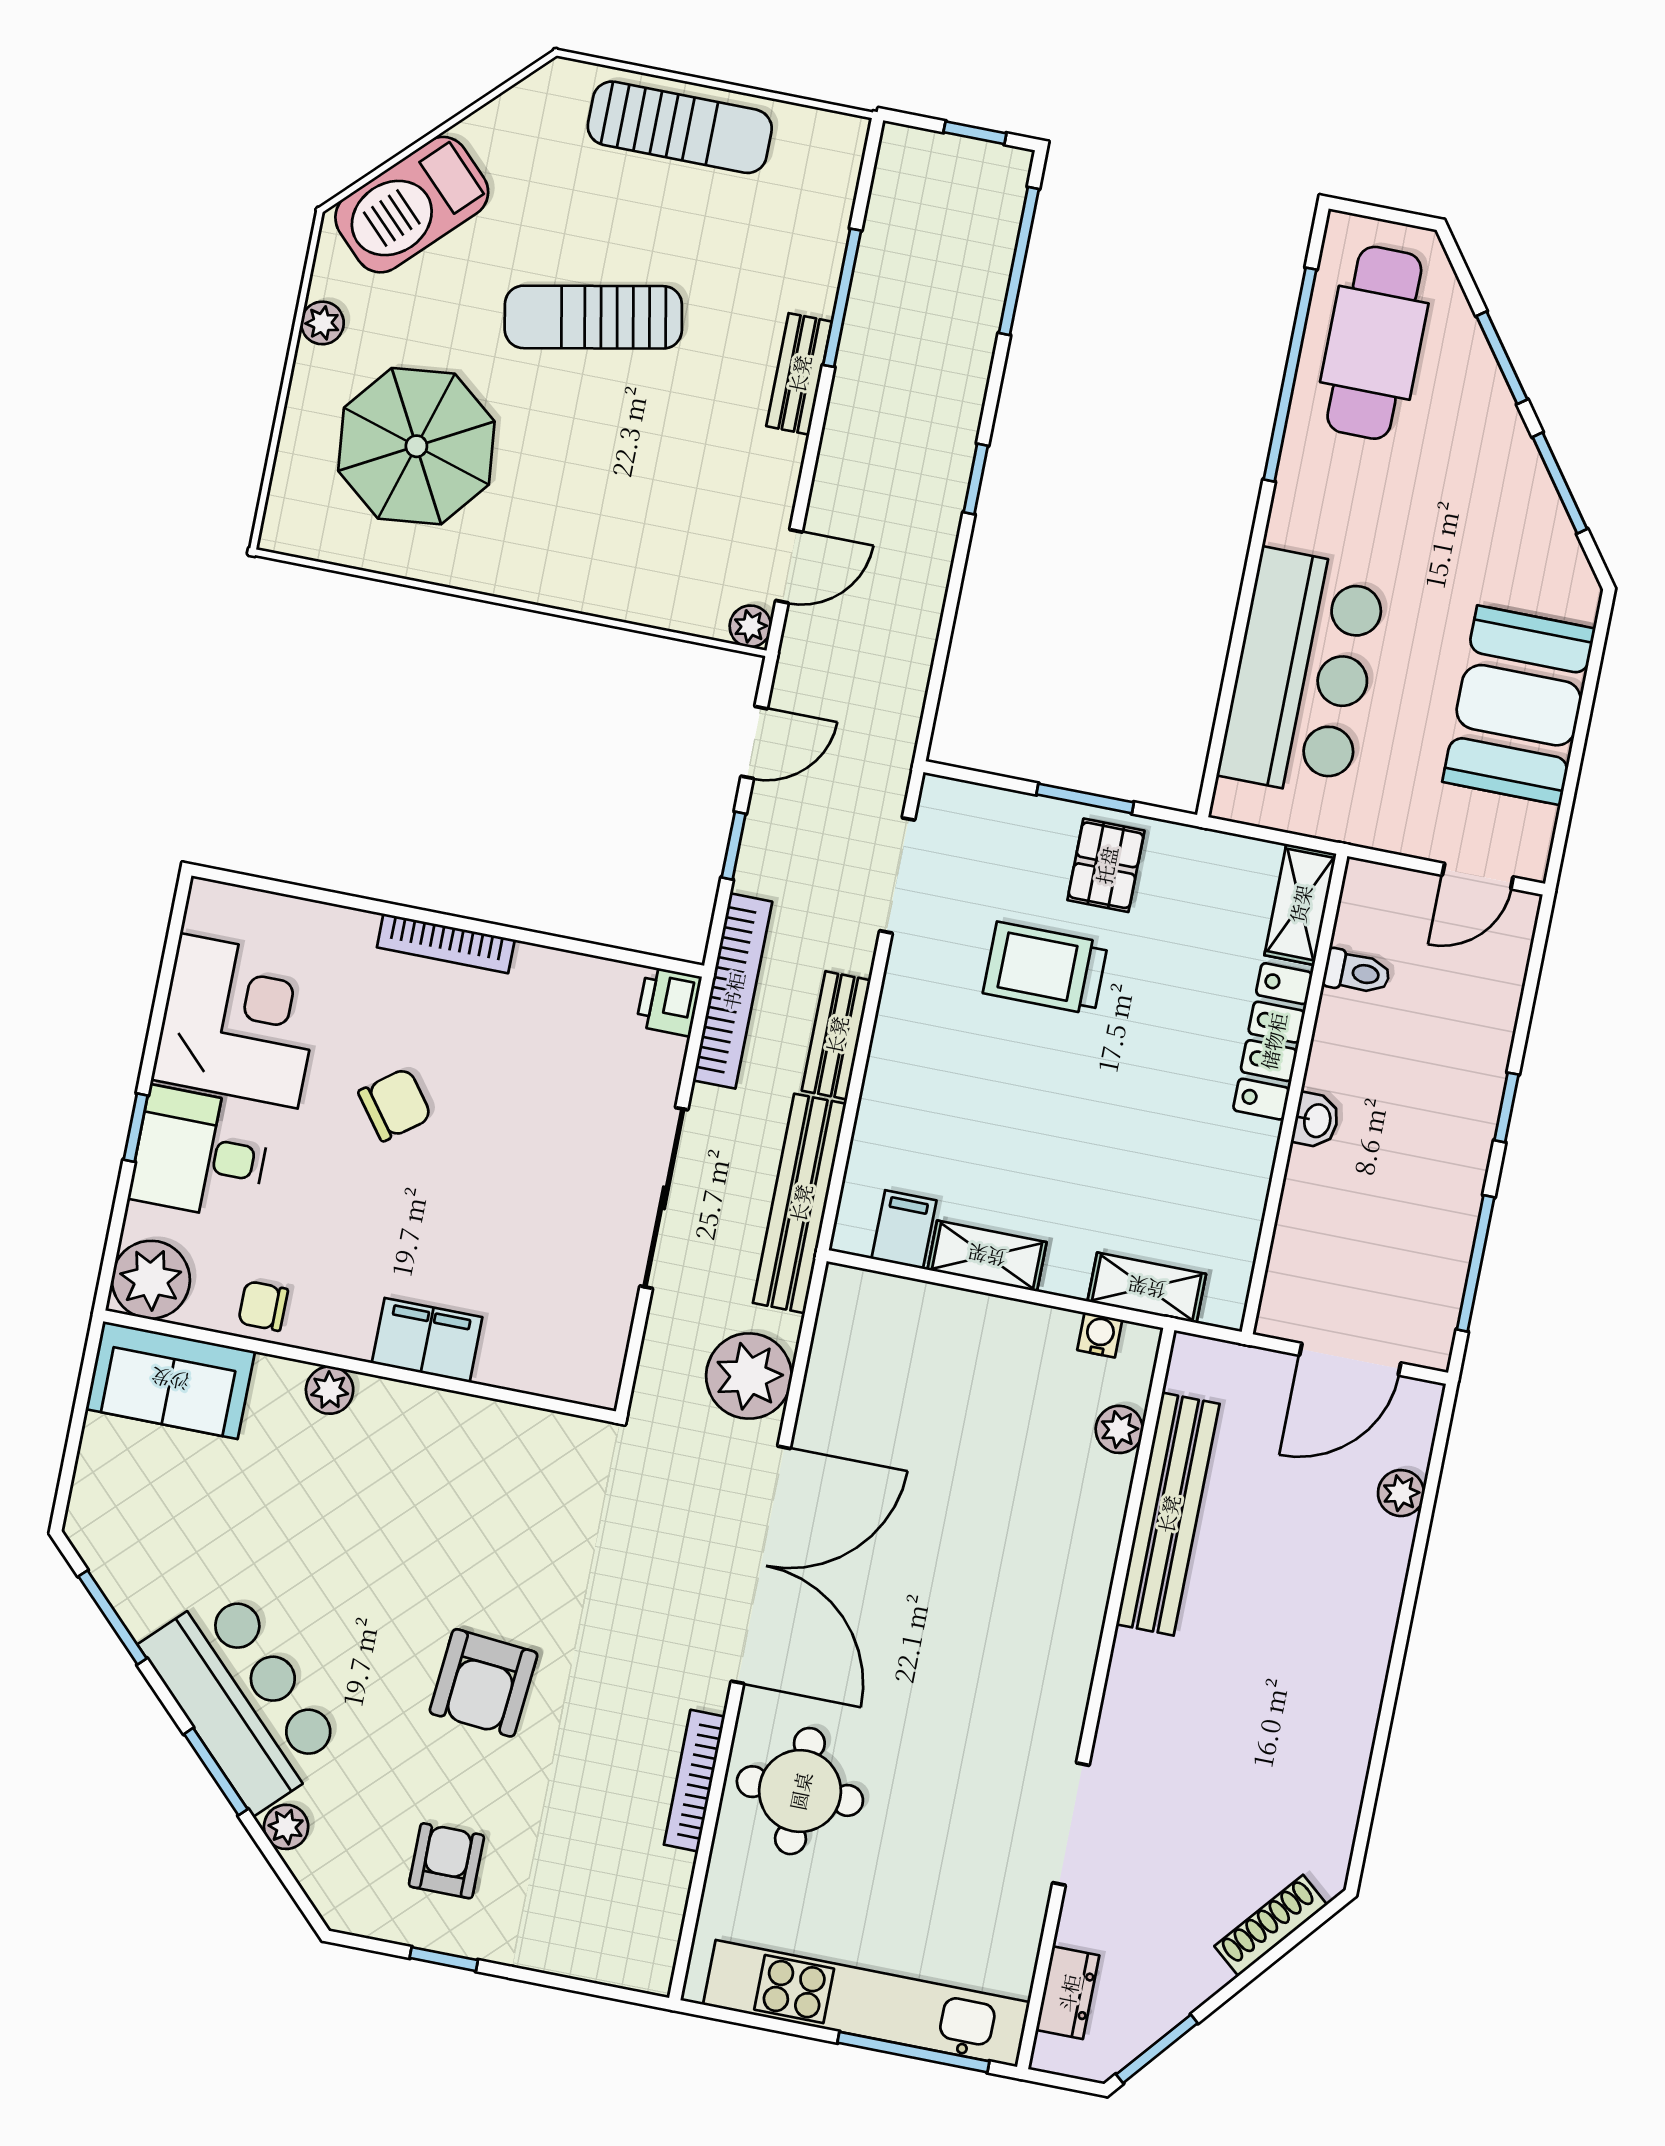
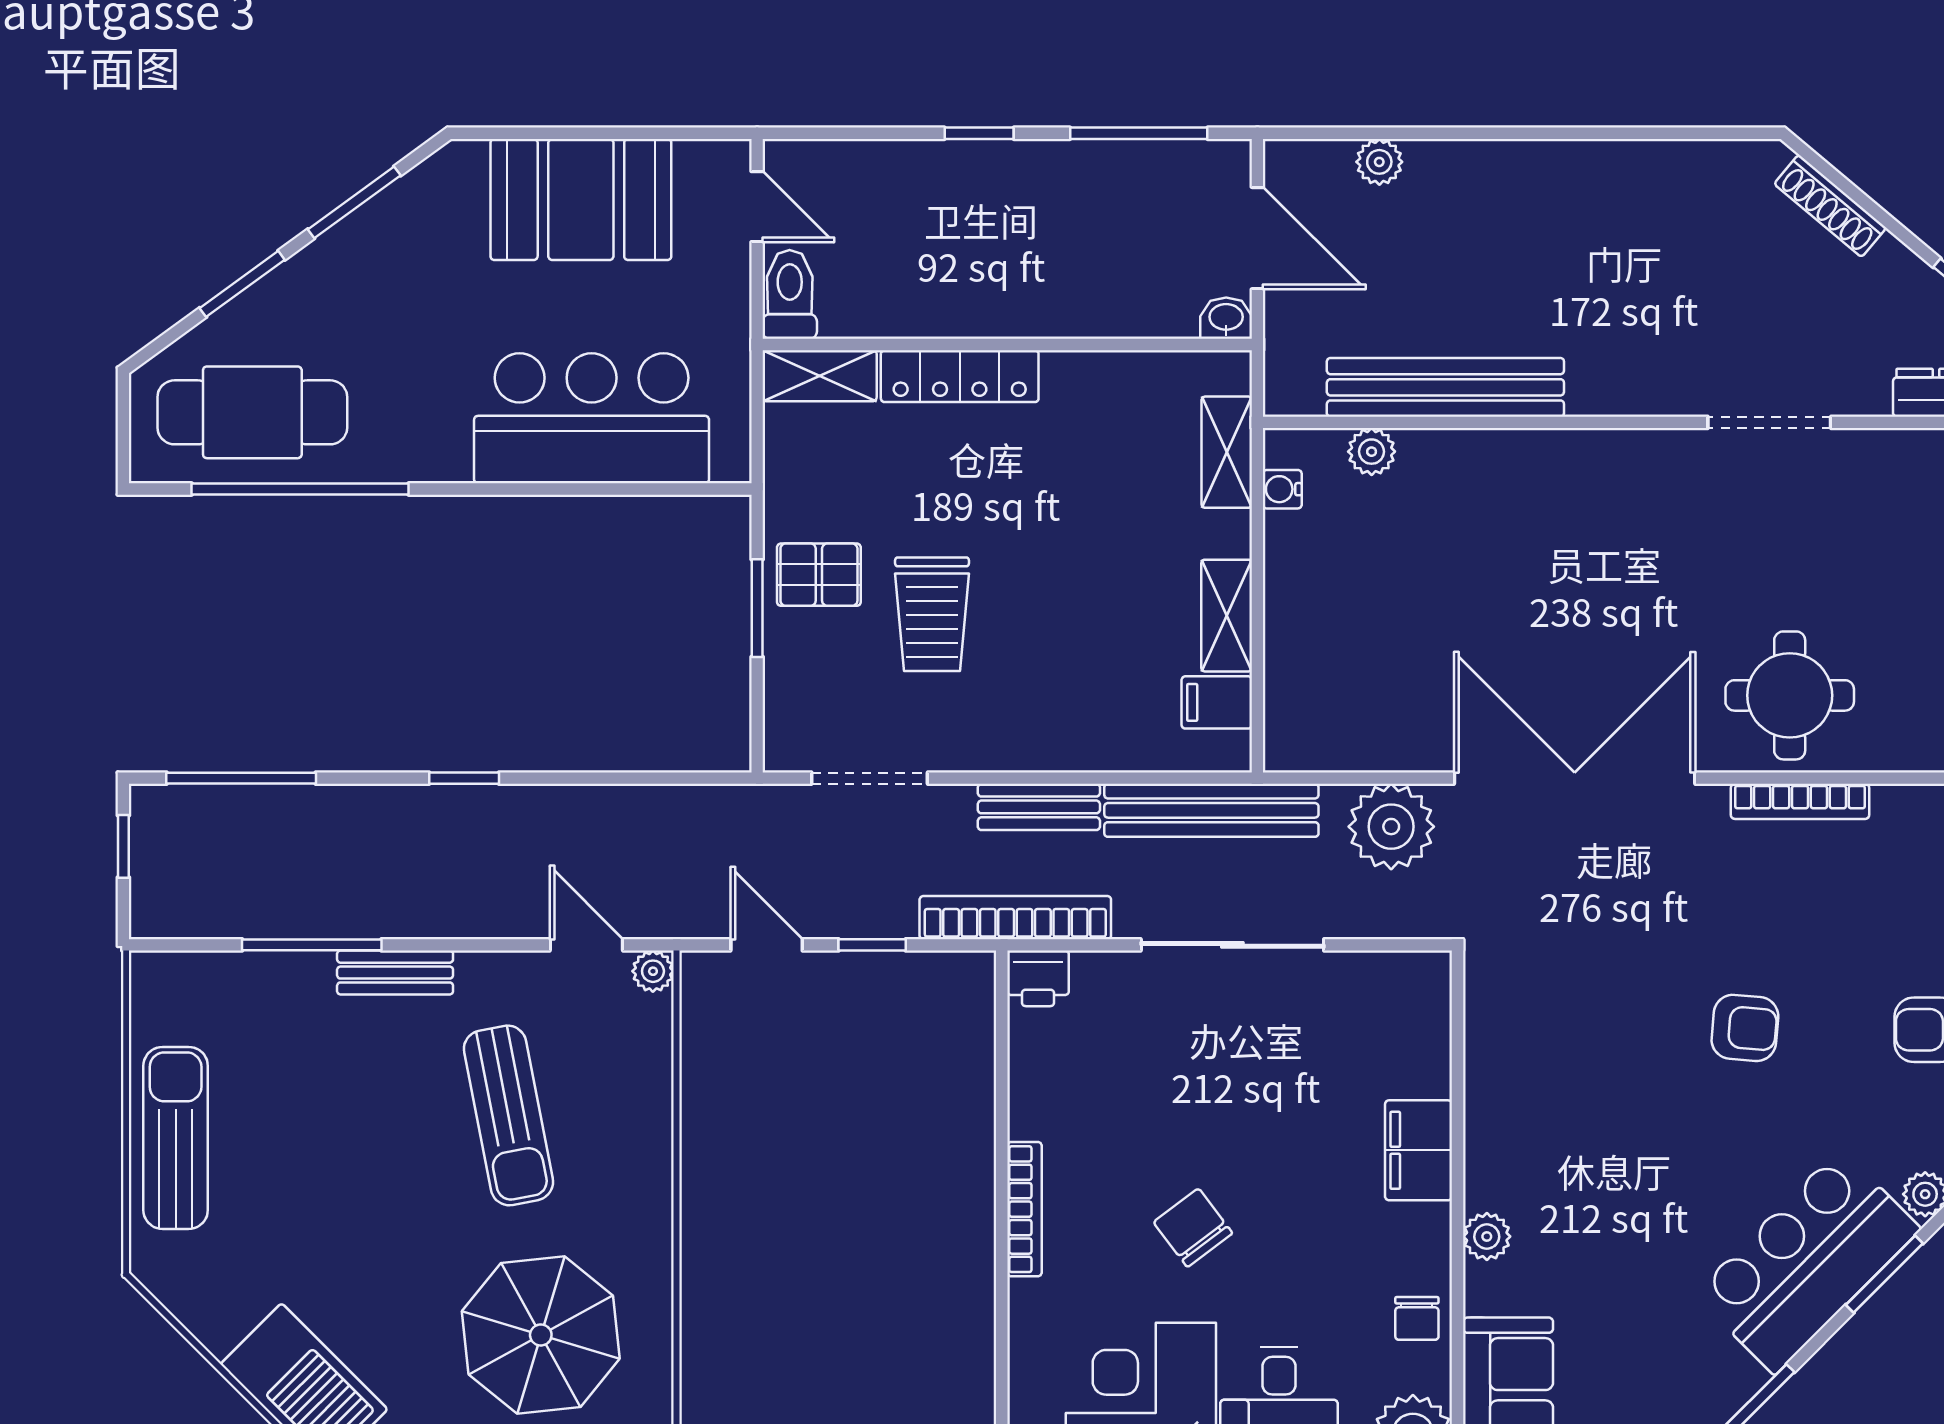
sun lounger: (593, 317) -> (508, 1115), moved
toilet: (1357, 972) -> (790, 294), moved, width x1.37, depth x1.39
washbasin: (1316, 1120) -> (1226, 318), moved
armchair: (484, 1683) -> (1745, 1028), width x0.72, depth x0.72

